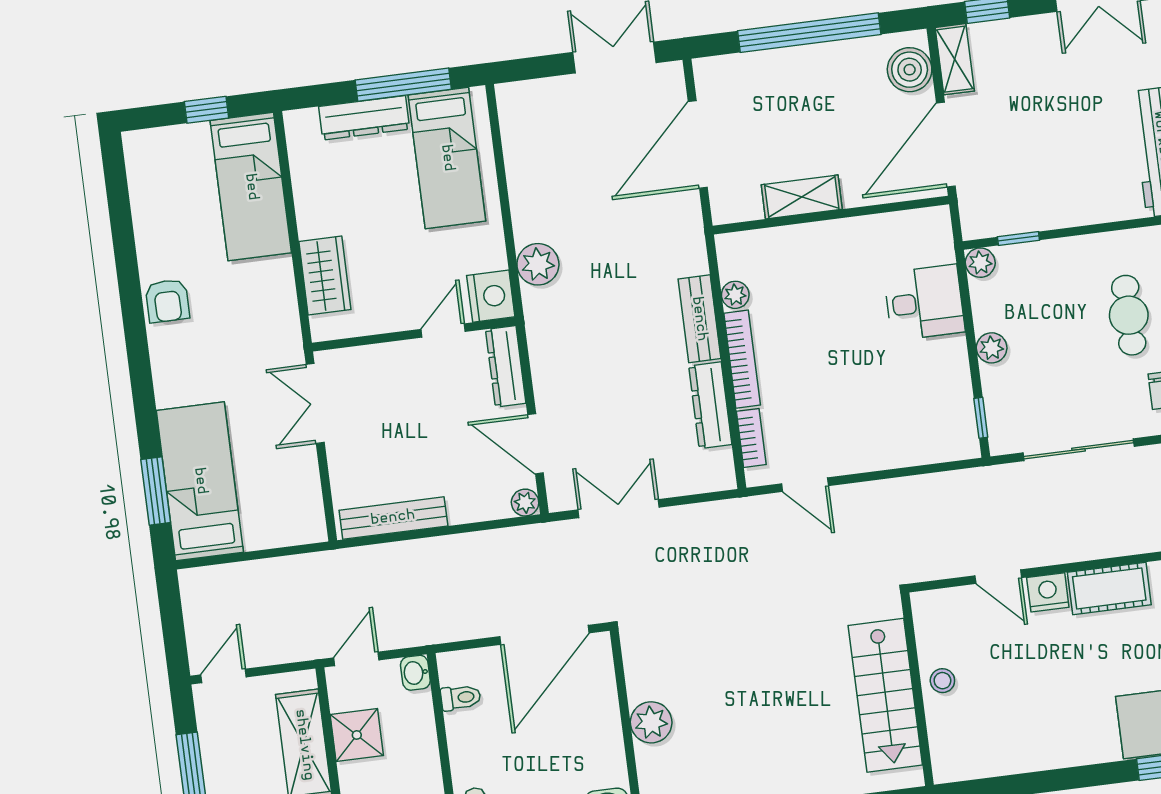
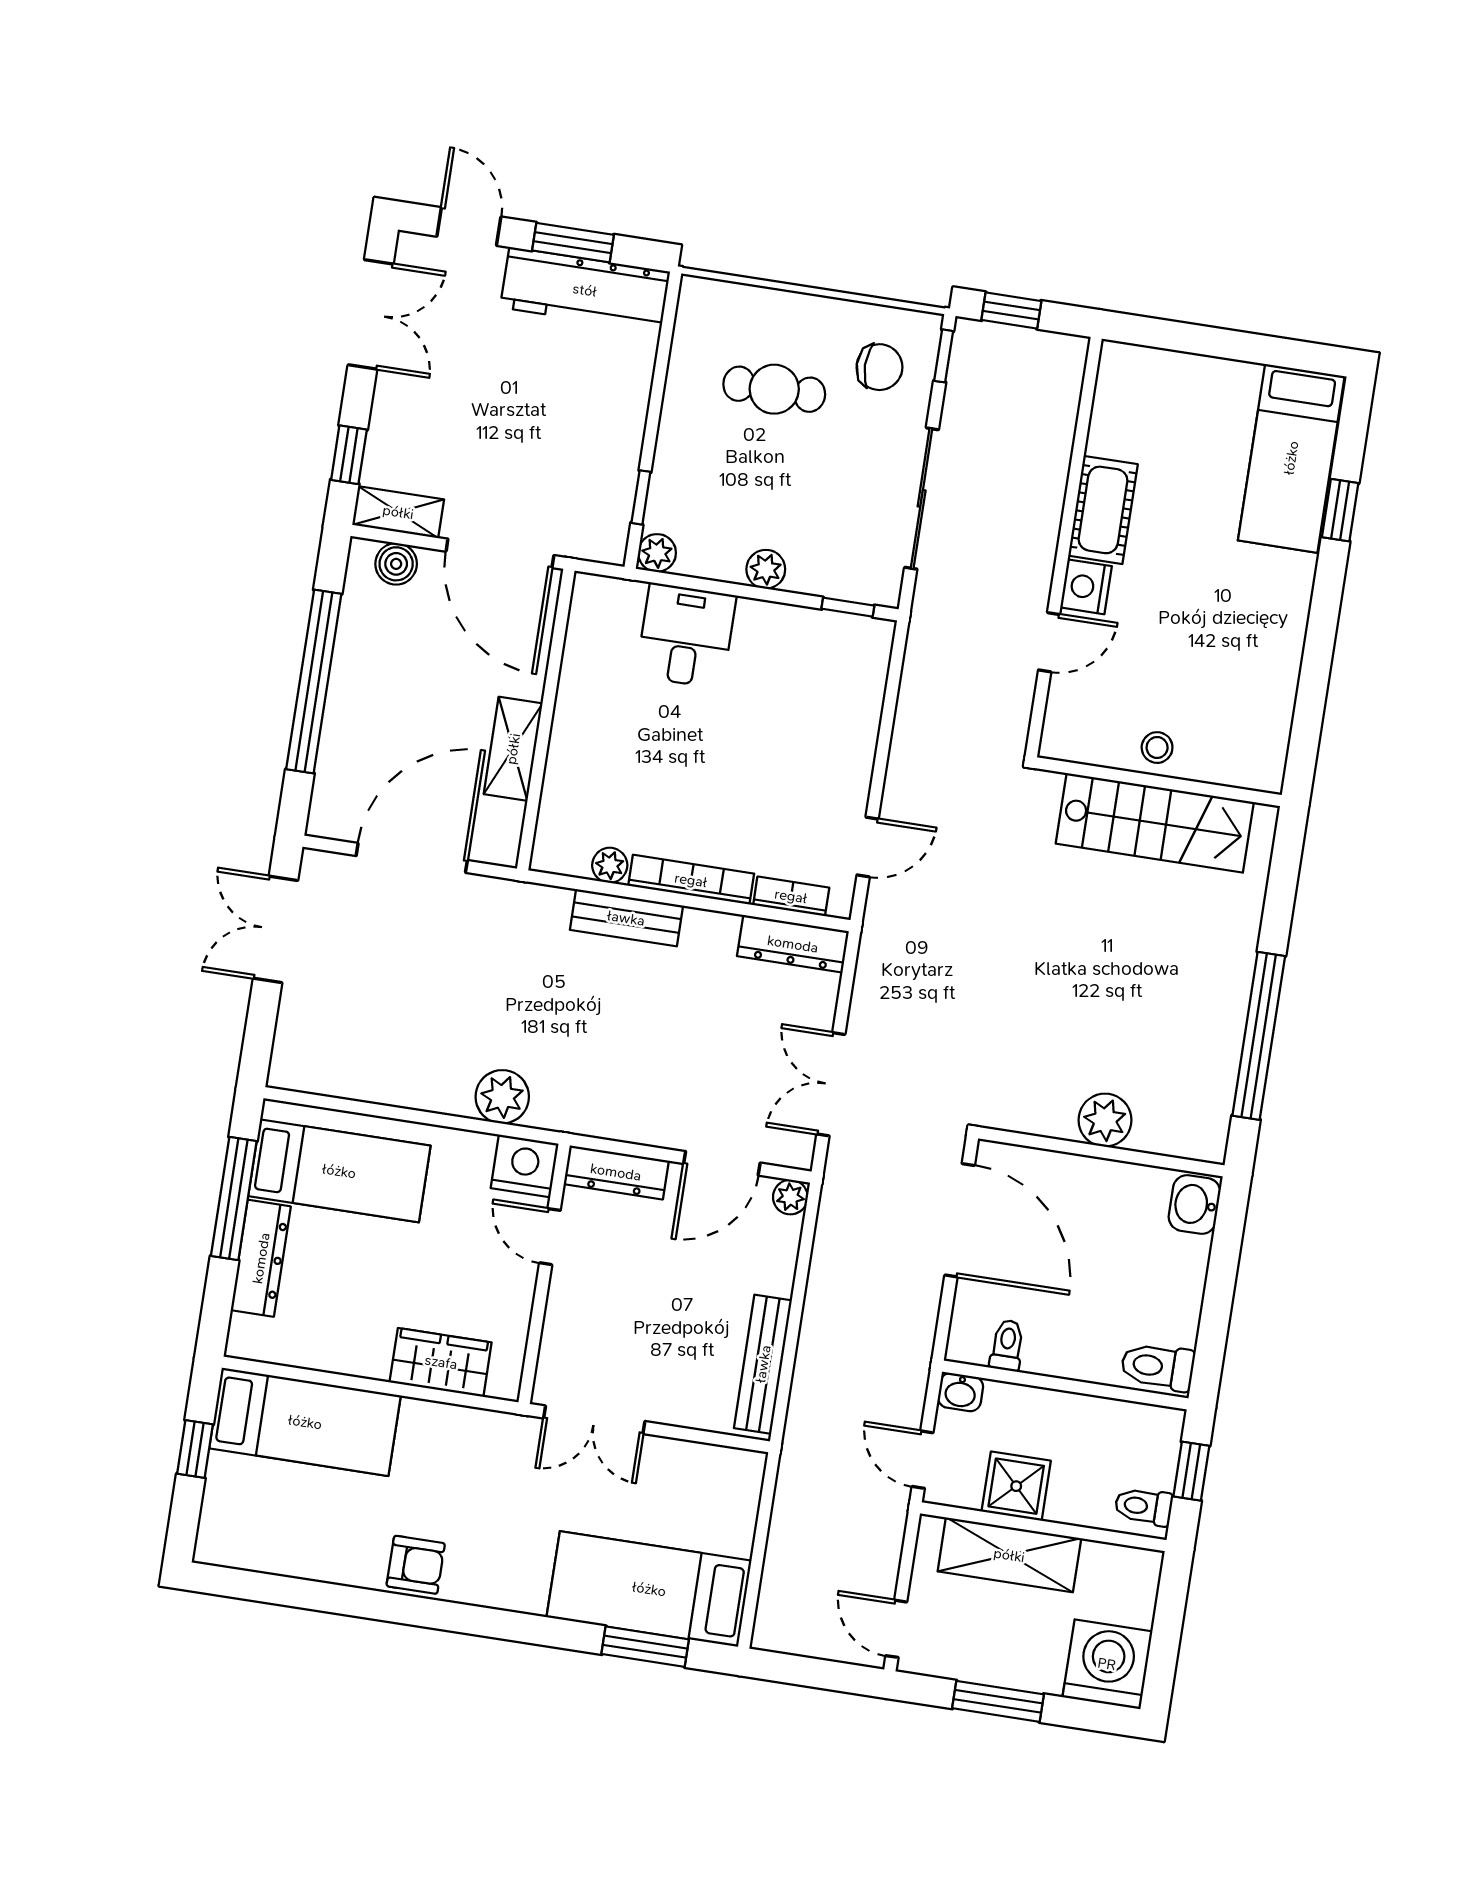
boiler: (910, 70) -> (396, 564), width x0.73, depth x0.73
door: (698, 145) -> (412, 858), swing flipped
dresser: (710, 405) -> (793, 944), moved

